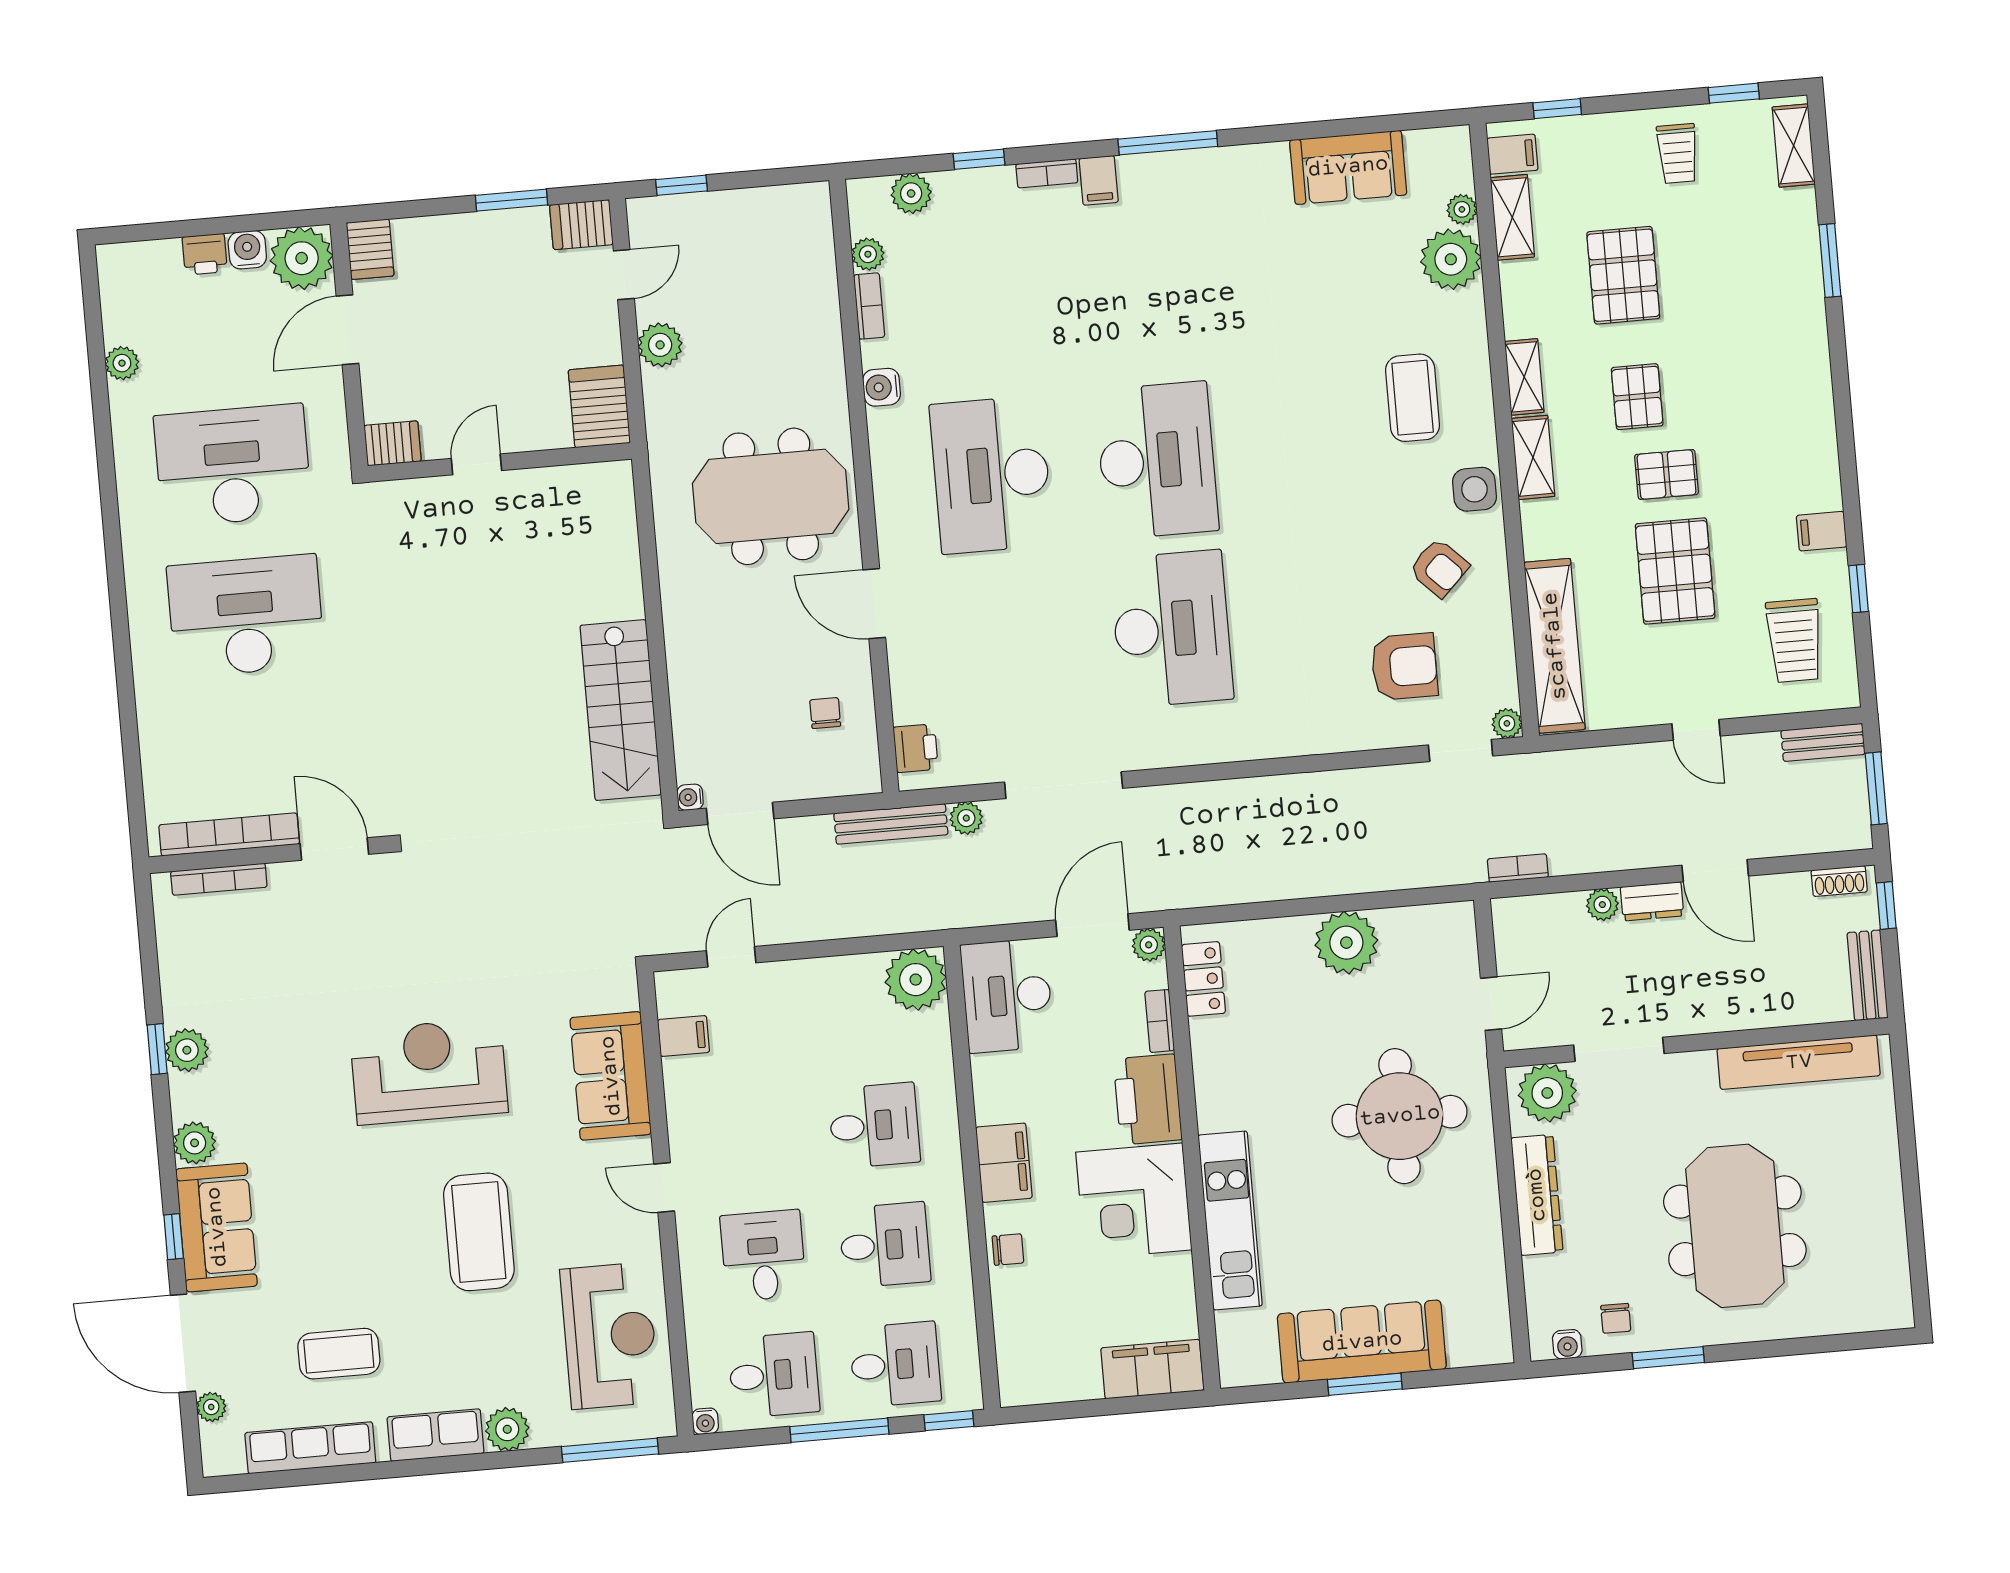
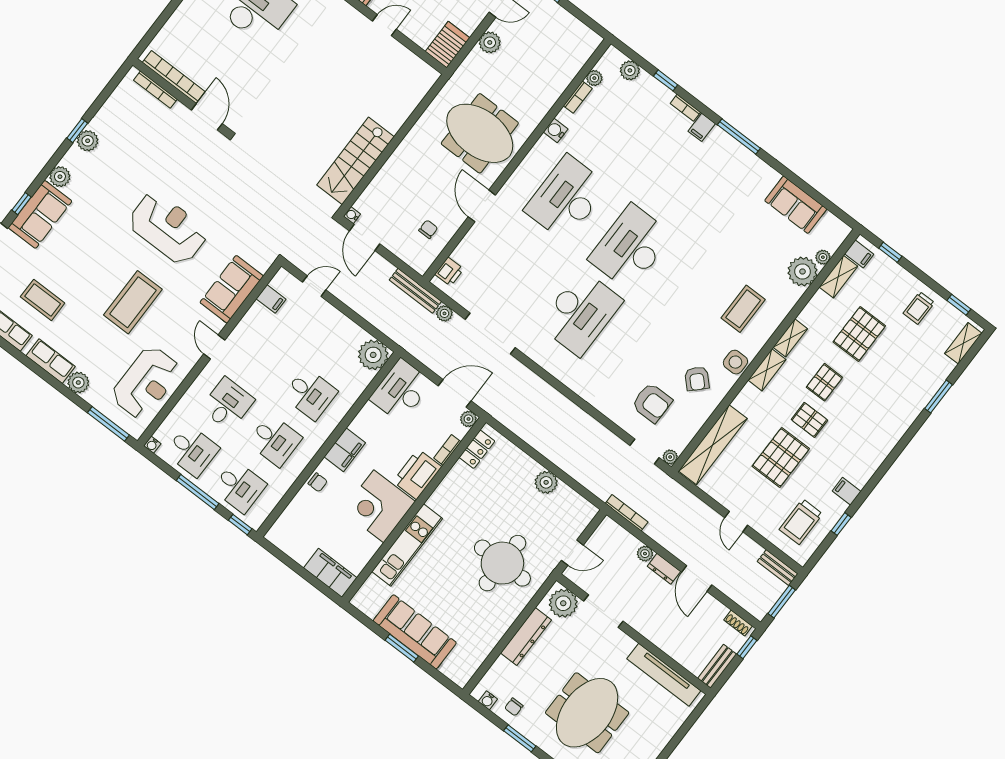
desk: (1157, 460) -> (631, 247), turned 180
bookcase: (1518, 868) -> (627, 513), width x1.56
plant: (1346, 943) -> (546, 482), width x0.73, depth x0.73

